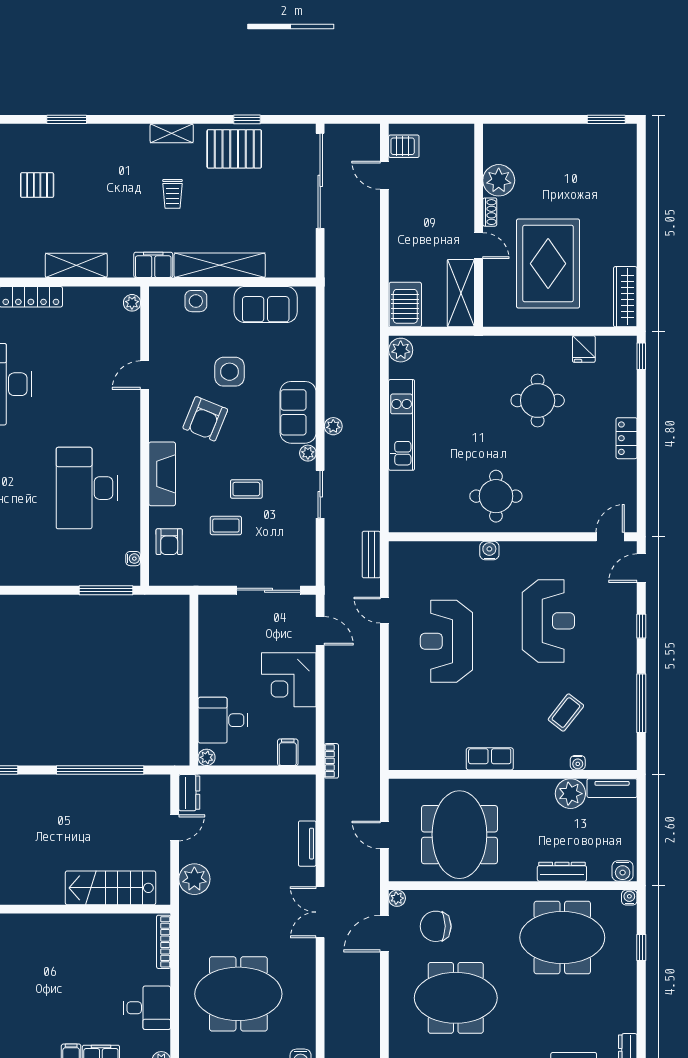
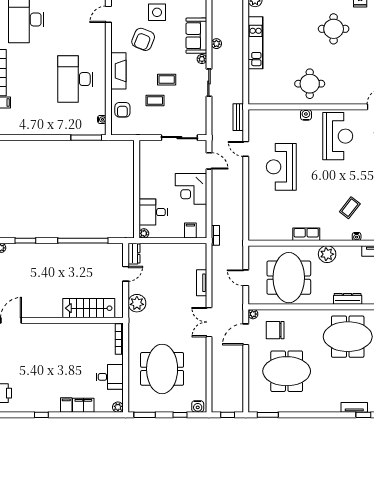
reception desk: (548, 621) -> (338, 136), moved
plant: (570, 794) -> (327, 254), moved
meeting table: (238, 994) -> (162, 369), turned 90

